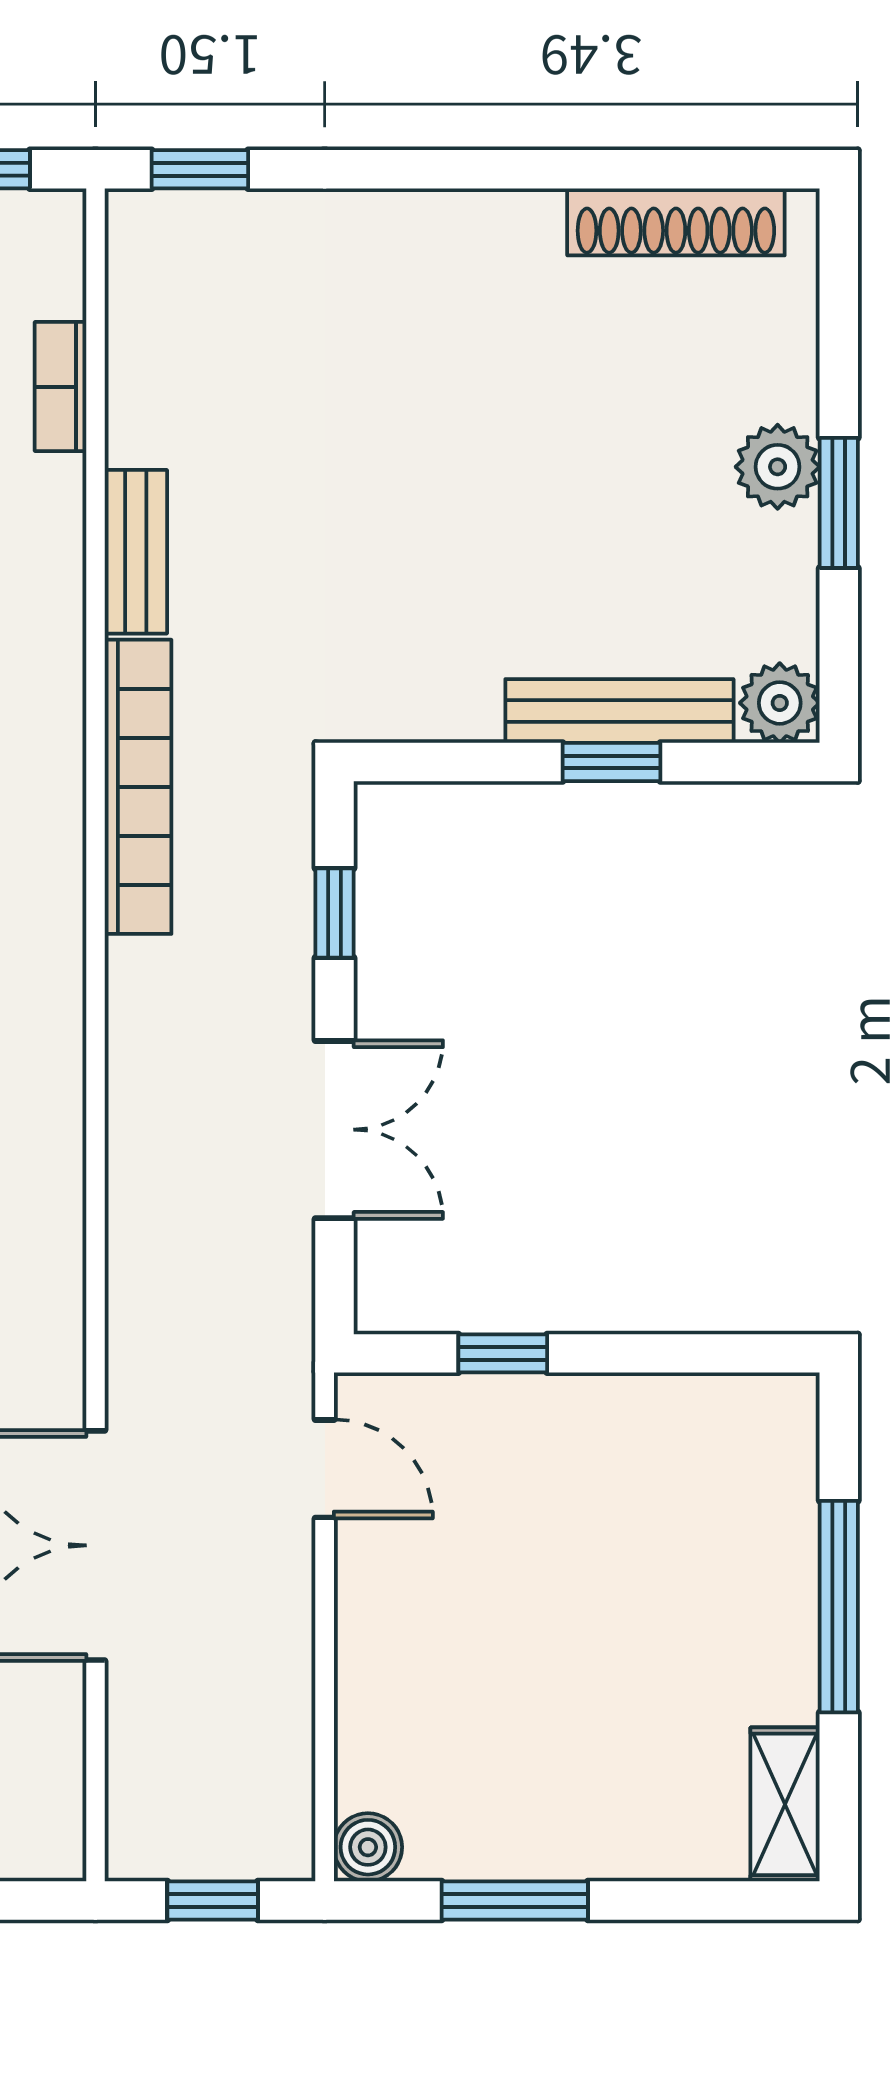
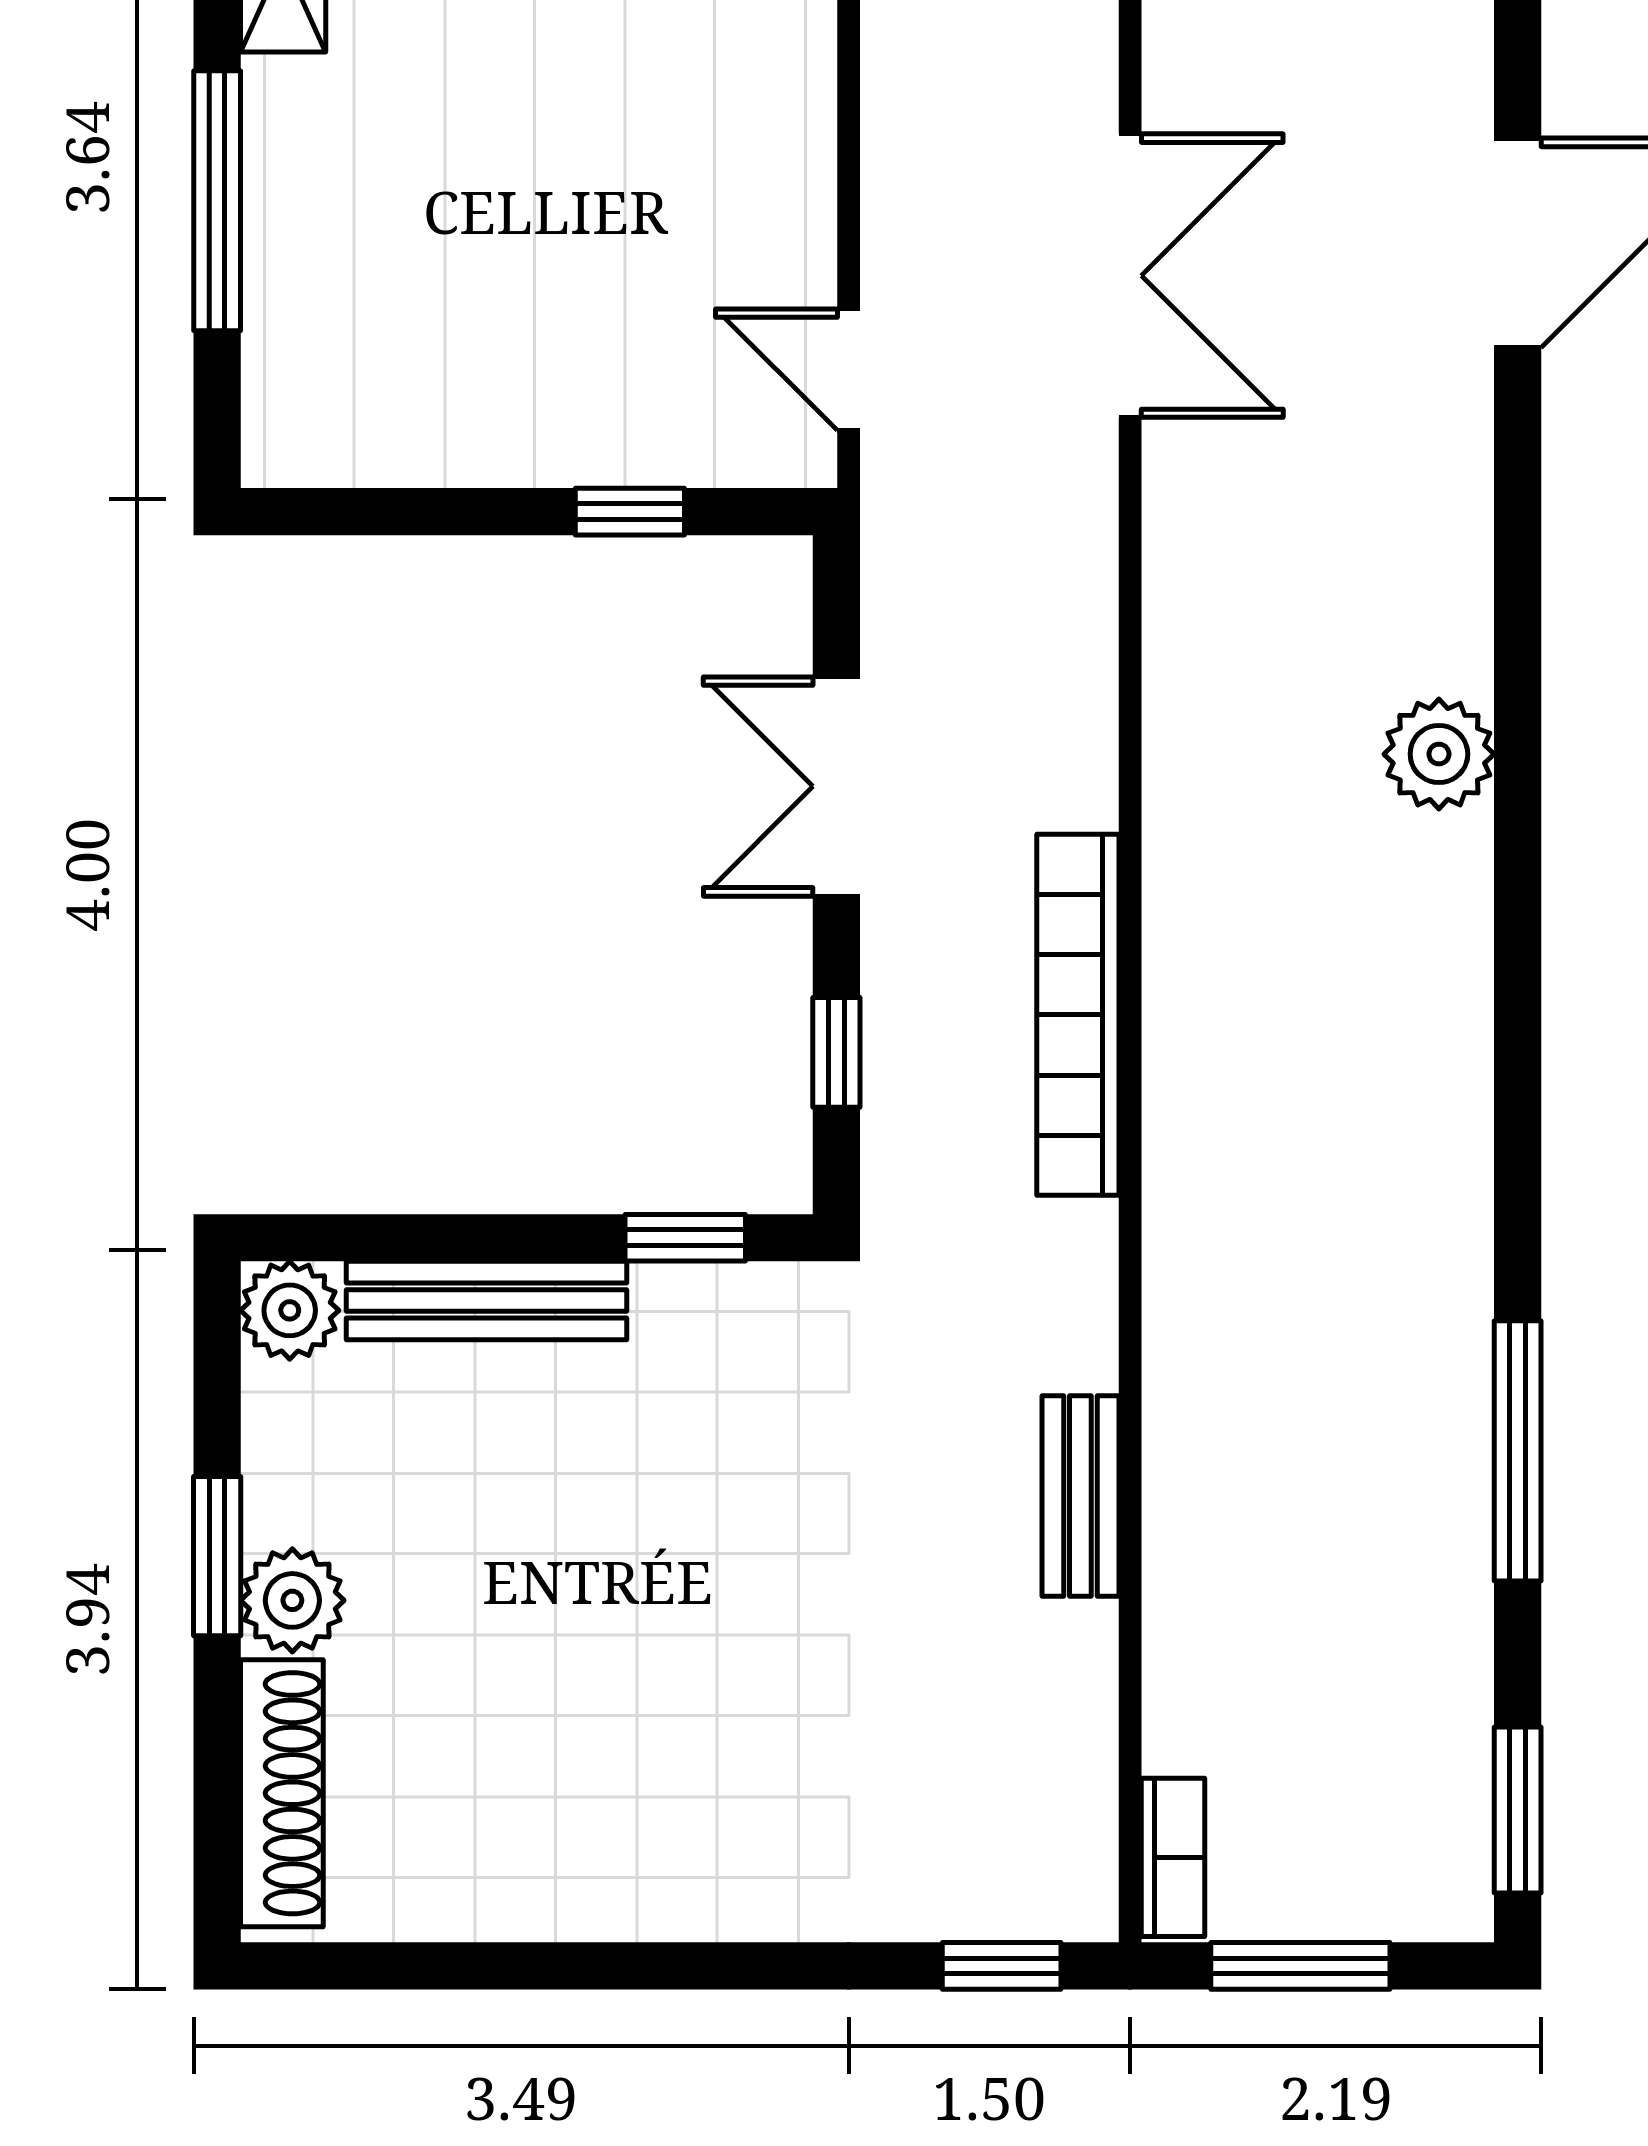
shoe rack: (676, 222) -> (282, 1793), moved, turned 90
bookcase: (60, 387) -> (1173, 1857), moved
window: (611, 762) -> (685, 1238), moved
bookcase: (138, 787) -> (1078, 1015), moved

